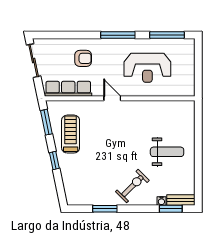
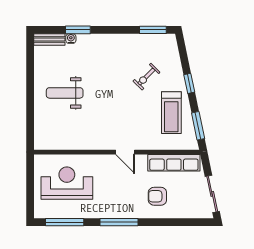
reception desk: (147, 68) -> (67, 183), moved
exercise bike: (132, 186) -> (146, 77), moved, width x0.73, depth x0.72
window: (105, 209) -> (153, 30), moved
window: (171, 209) -> (78, 30), moved

